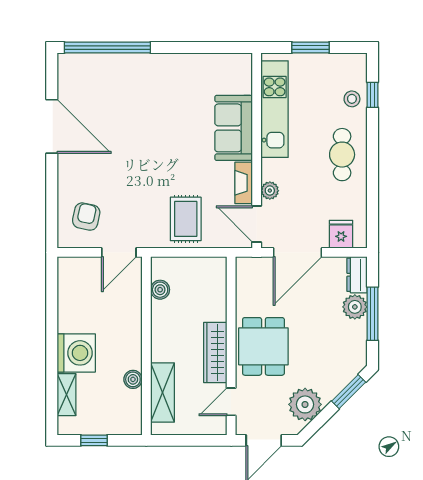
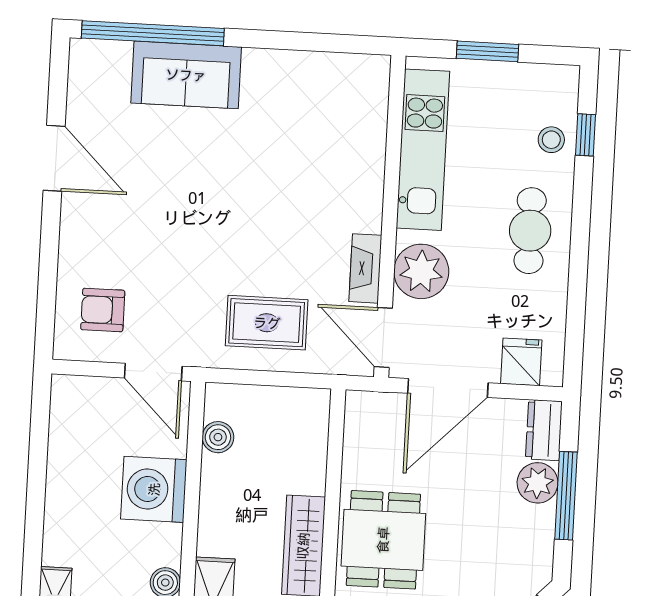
door: (52, 126) -> (54, 158), width x0.73
sofa: (234, 128) -> (186, 75), moved, turned -90
plant: (270, 191) -> (421, 271), width x1.87, depth x1.87
armchair: (86, 217) -> (103, 310), turned -102
rug: (186, 219) -> (267, 323), turned 90
door: (119, 252) -> (153, 372), hinge flipped
washing machine: (76, 353) -> (154, 489), moved, turned 180

